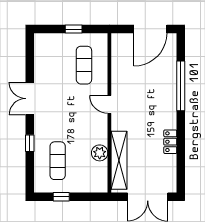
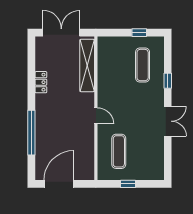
plant: (100, 153) -> (105, 72), removed

